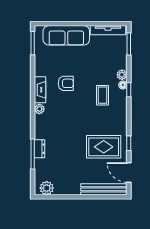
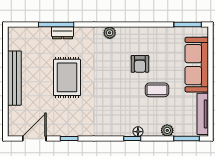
plant: (122, 75) -> (167, 130), moved
fireplace: (40, 90) -> (132, 33), removed
coffee table: (102, 95) -> (157, 90), moved
rug: (104, 147) -> (67, 77), moved
plant: (47, 188) -> (16, 41), removed
bench: (104, 189) -> (14, 78), moved

